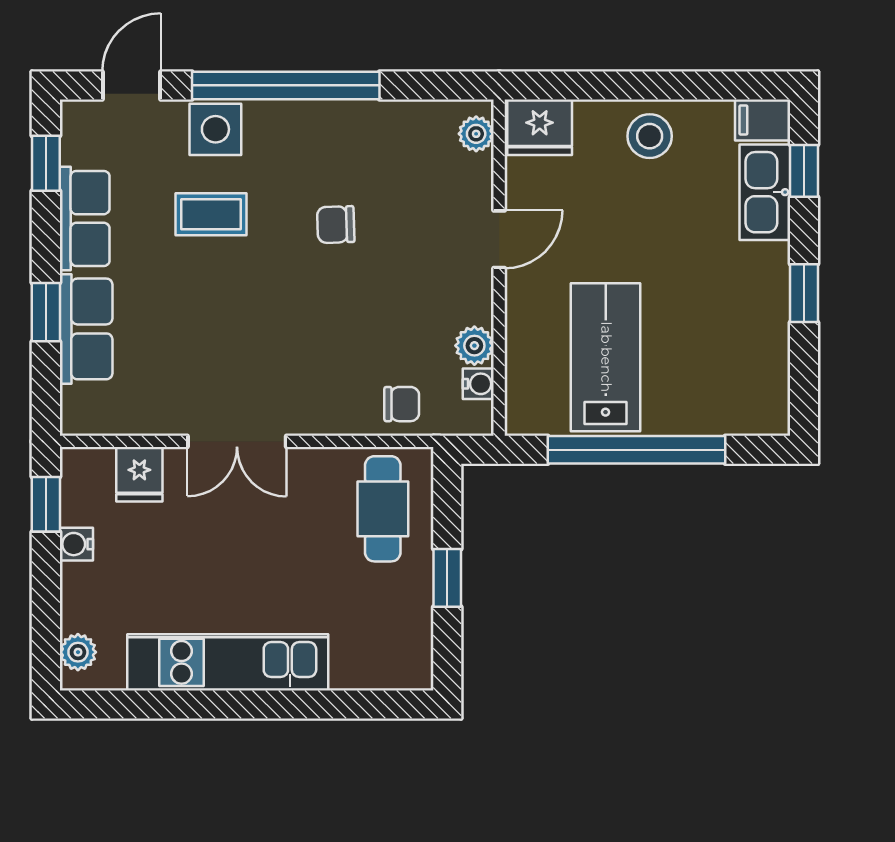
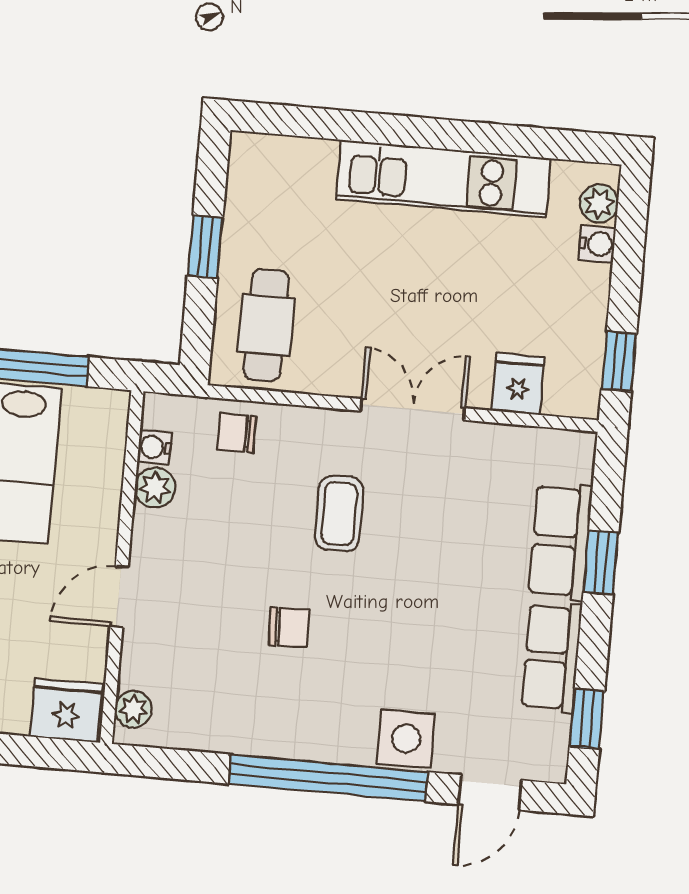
coffee table: (211, 214) -> (339, 514), moved, turned 90
water cooler: (76, 544) -> (597, 244), moved

